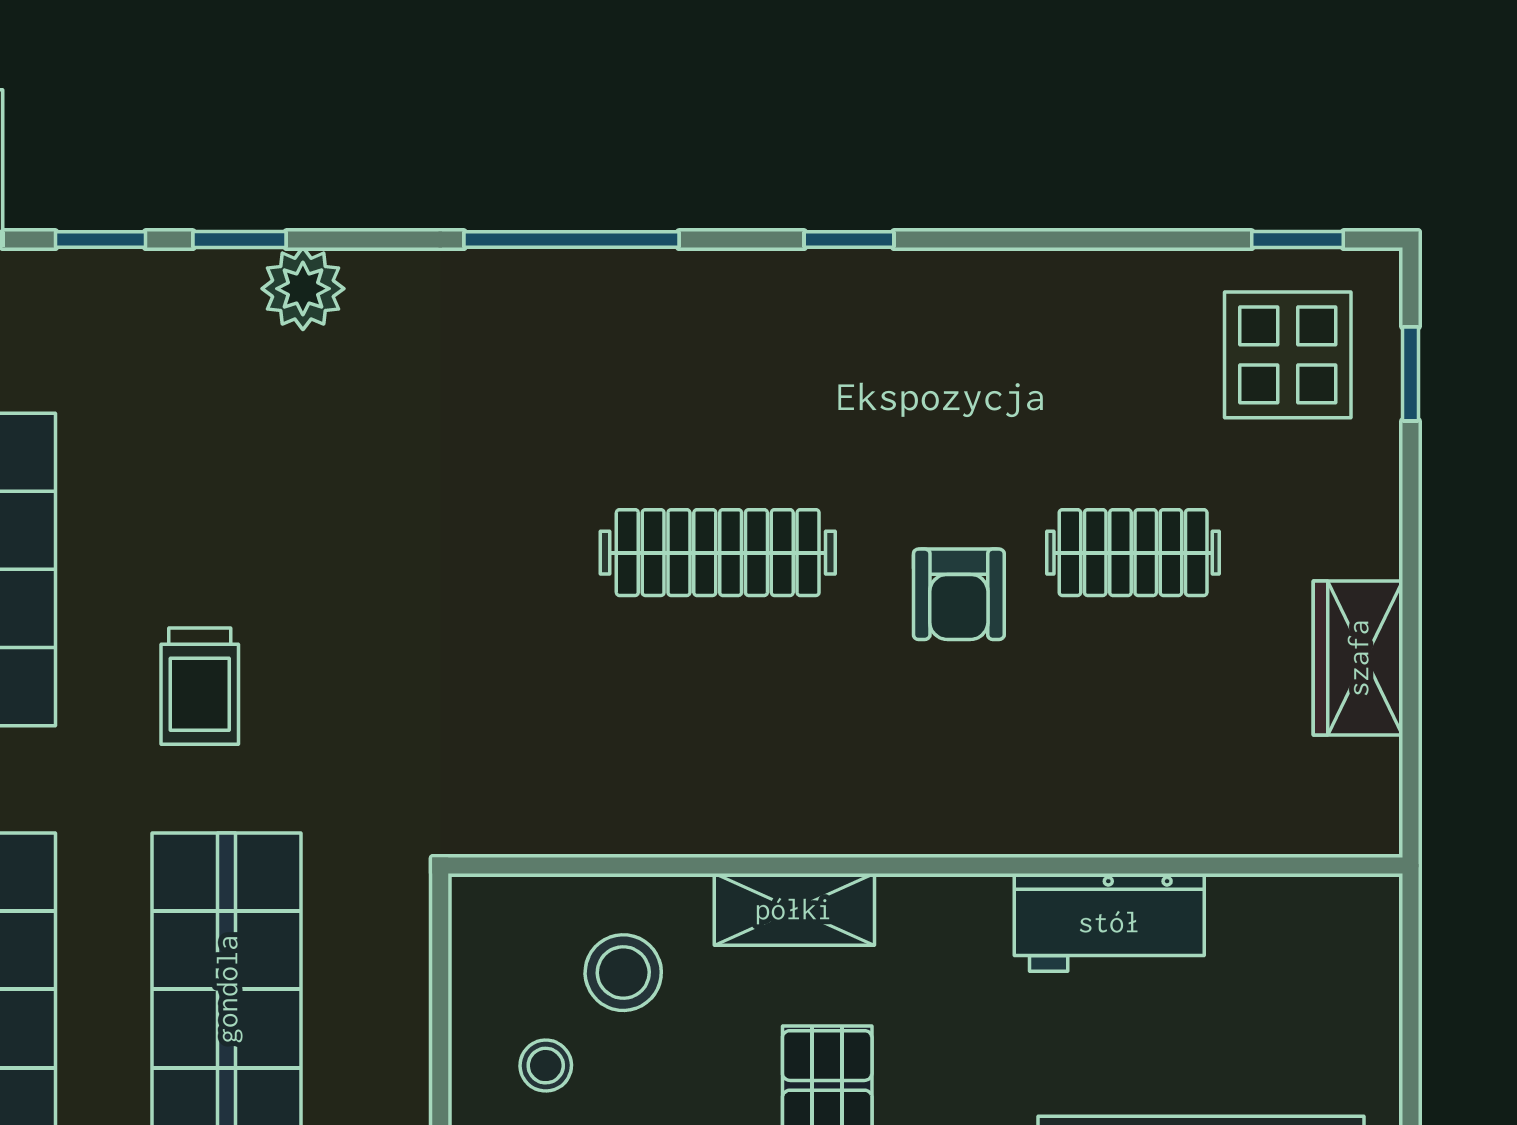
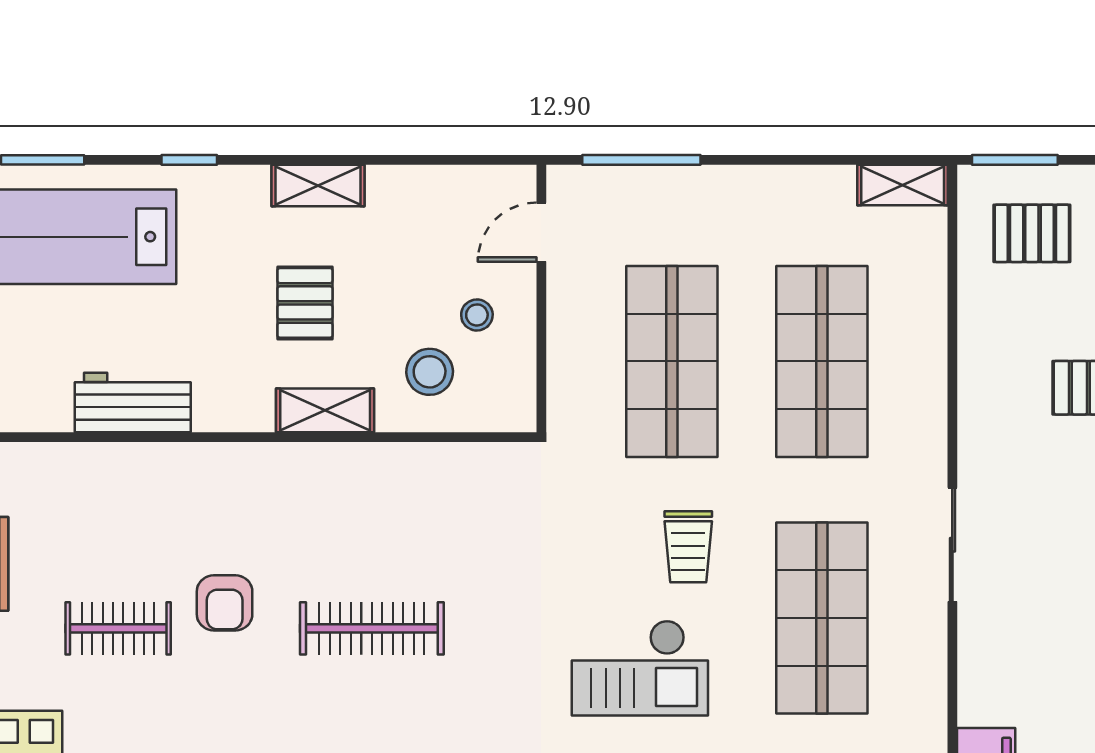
checkout: (279, 488) -> (640, 668), added
armchair: (959, 594) -> (225, 603), turned 180
trolley: (200, 686) -> (688, 547), turned 180

